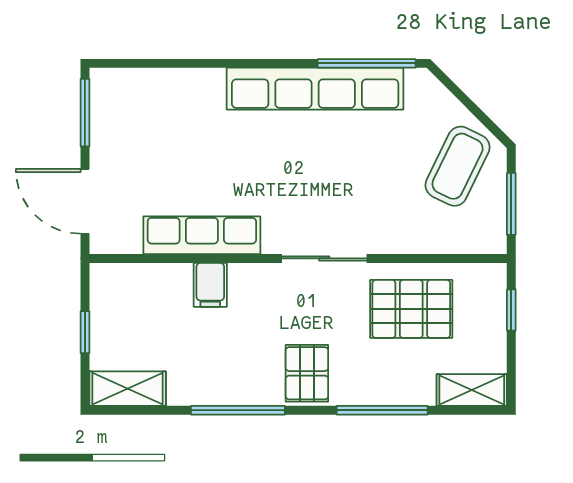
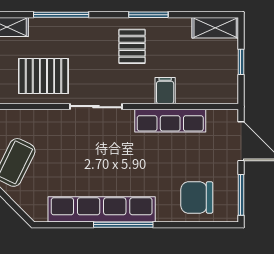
window: (367, 63) -> (123, 225), moved
chair: (158, 108) -> (197, 197), added
pallet: (307, 373) -> (132, 46), moved
window: (238, 410) -> (148, 15), width x0.69

